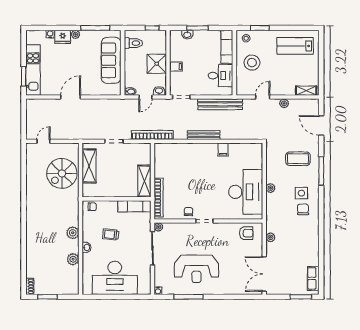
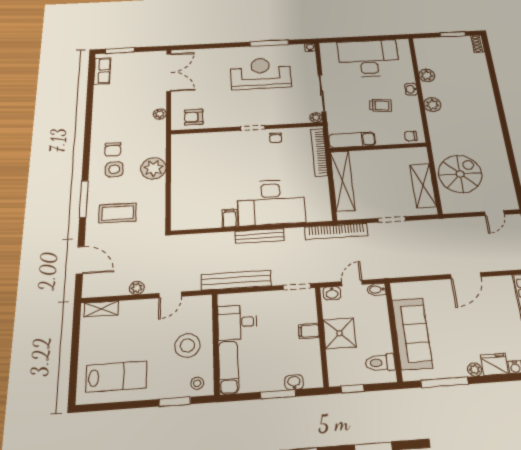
shelving: (144, 181) -> (342, 181), width x1.47
plant: (270, 188) -> (153, 168), width x1.88, depth x1.88
desk: (246, 192) -> (271, 202), moved, turned -90

